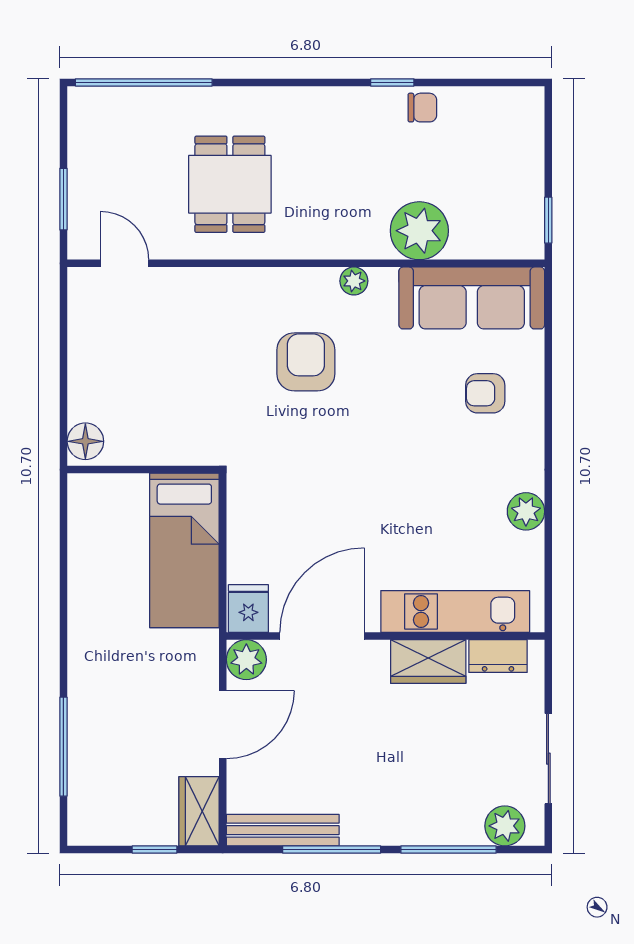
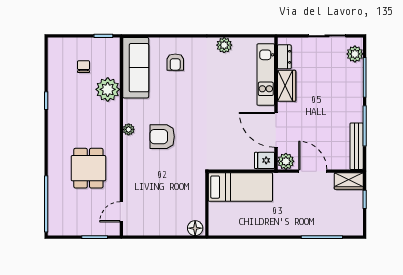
chair: (422, 108) -> (84, 67), moved
dining table: (230, 184) -> (88, 168), turned 90
plant: (354, 281) -> (129, 129), moved

